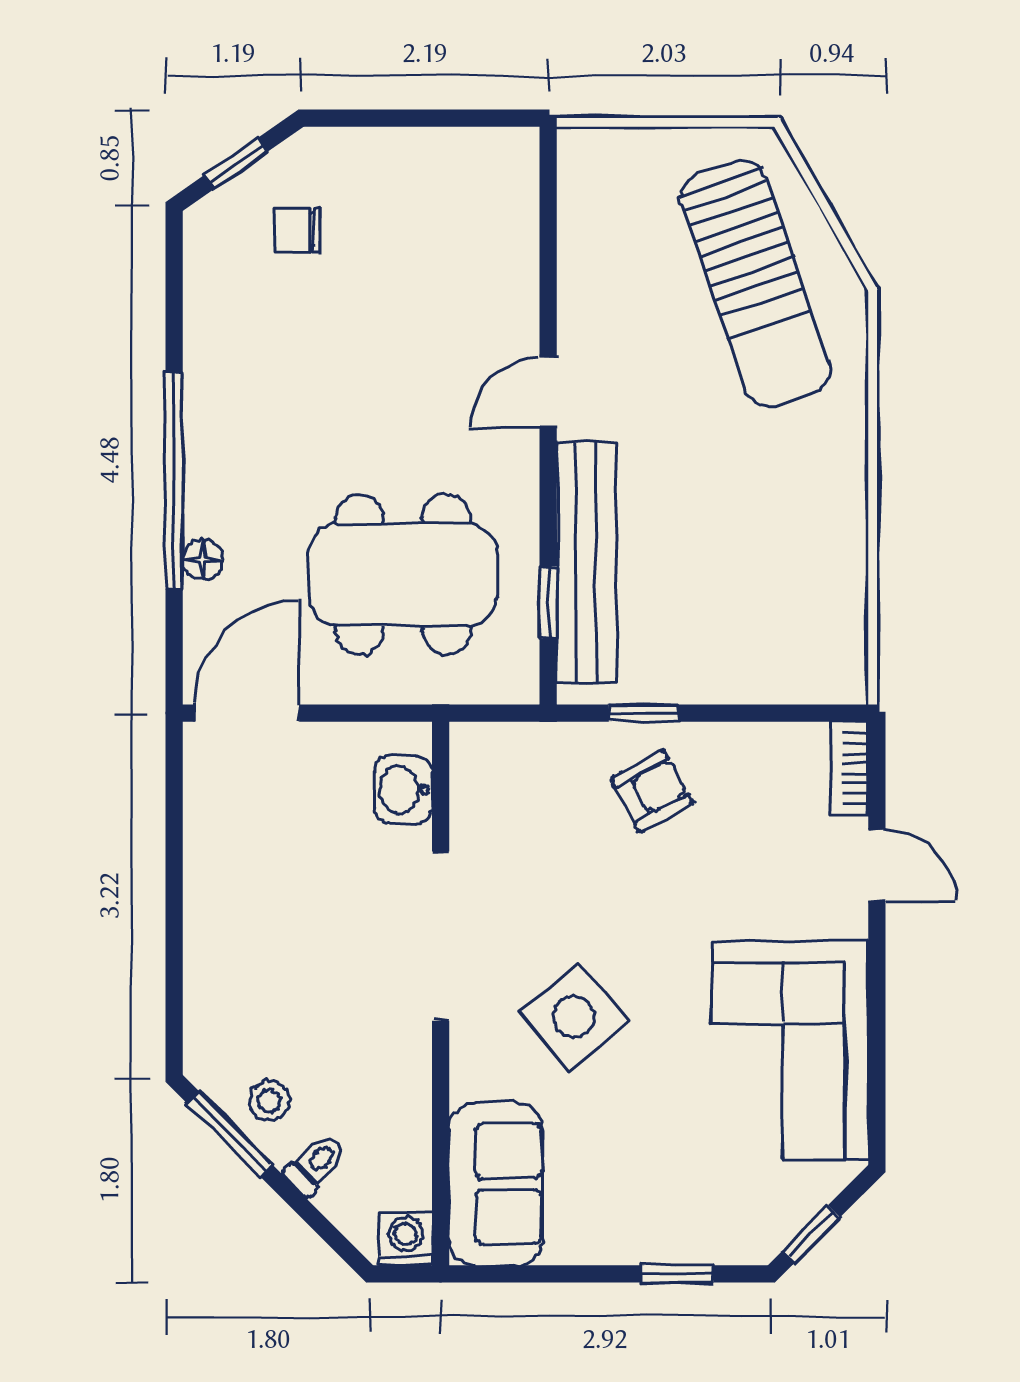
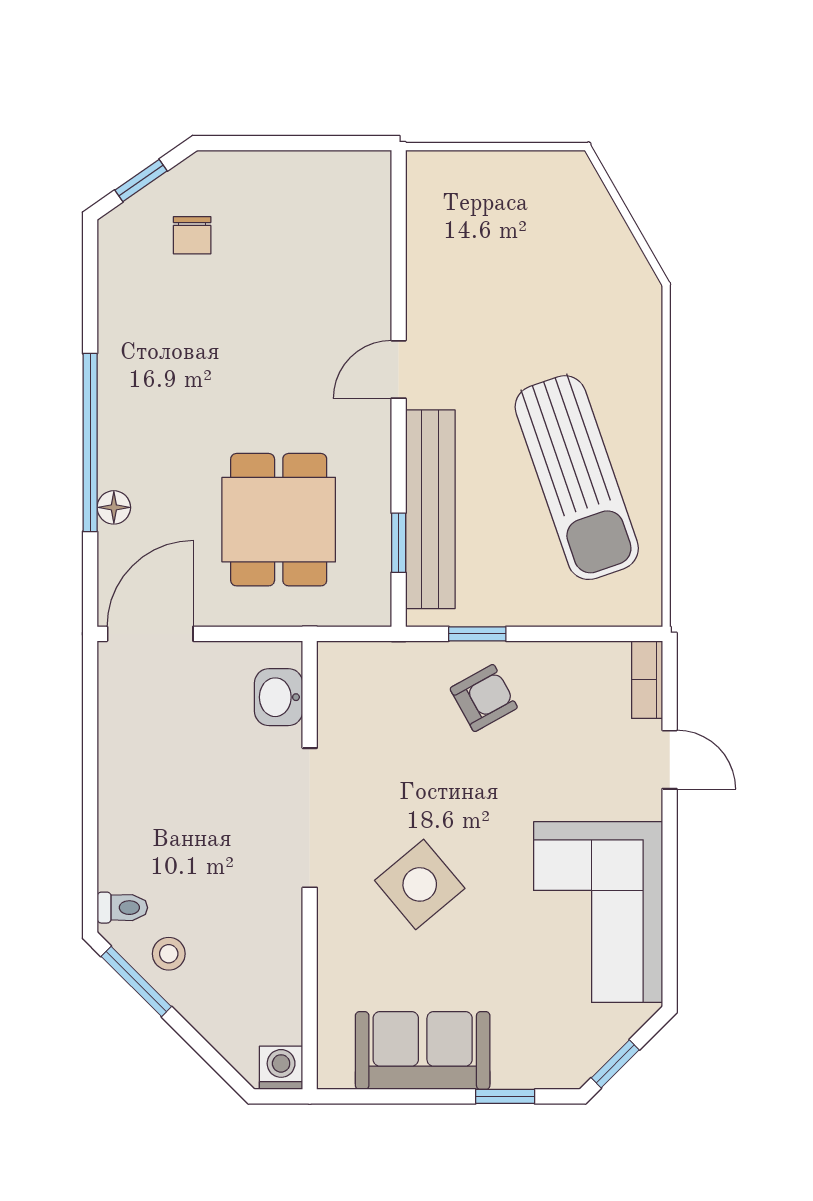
chair: (298, 230) -> (192, 235), turned -90
sun lounger: (756, 284) -> (577, 478), moved
dining table: (403, 575) -> (279, 520), width x0.73
toilet: (315, 1164) -> (122, 908), moved, turned 45
sofa: (496, 1184) -> (423, 1051), moved, turned -90

